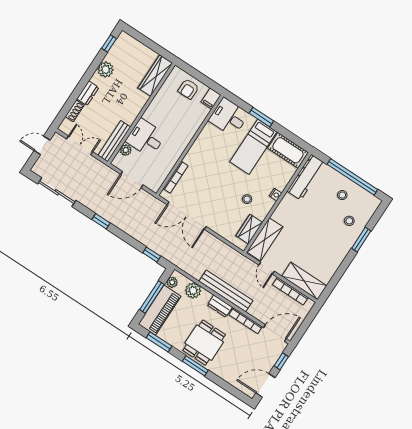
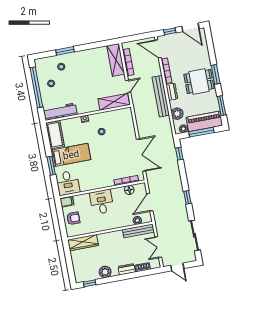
desk: (146, 138) -> (102, 202), moved, turned 180
floor lamp: (163, 171) -> (129, 190), added
door: (132, 180) -> (150, 202), swing flipped
wardrobe: (249, 229) -> (116, 115), removed

